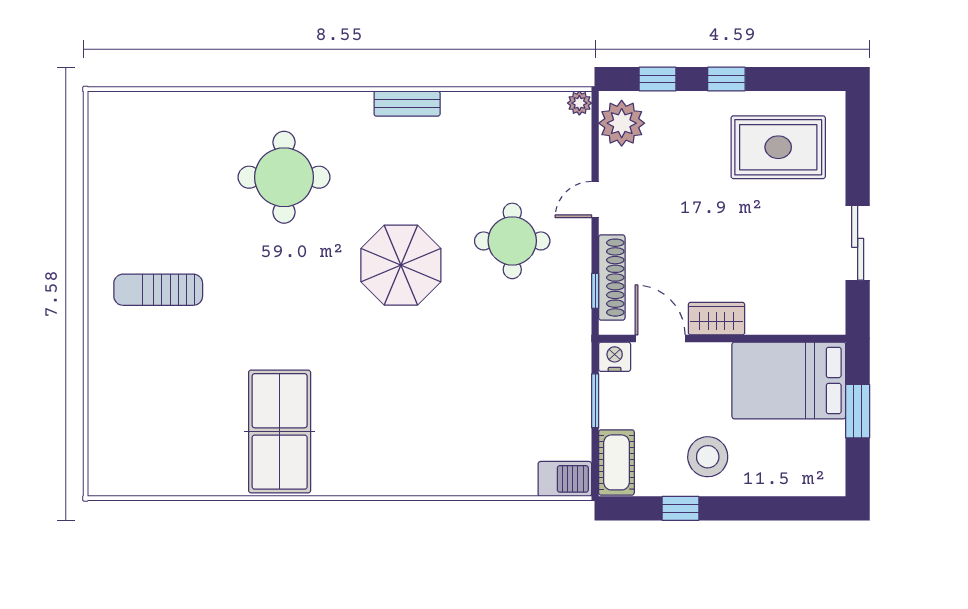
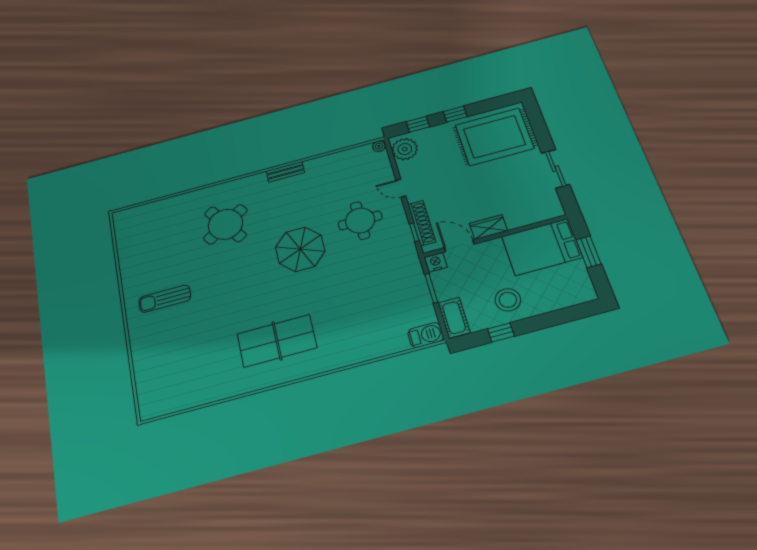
rug: (778, 147) -> (494, 137), width x1.37, depth x1.44
round table: (284, 177) -> (225, 224), turned -33
door: (595, 200) -> (401, 188), hinge flipped
table tennis table: (280, 431) -> (277, 341), moved, turned 90

